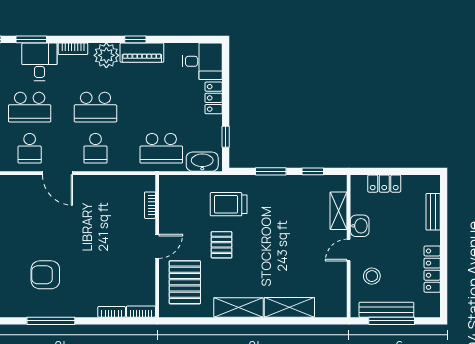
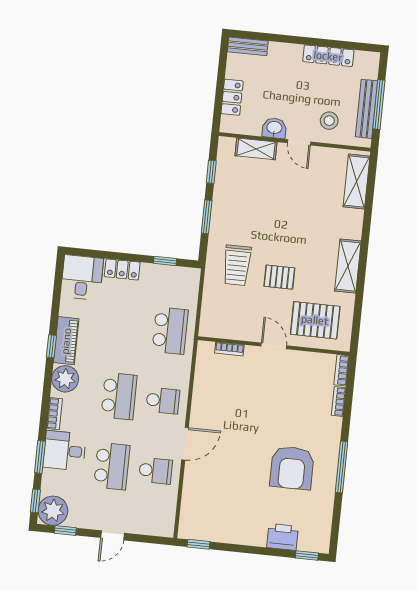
washbasin: (202, 162) -> (189, 289), removed
bench: (433, 212) -> (248, 46), moved
armchair: (45, 275) -> (292, 468), width x1.36, depth x1.36
shelving: (289, 307) -> (356, 181), moved

